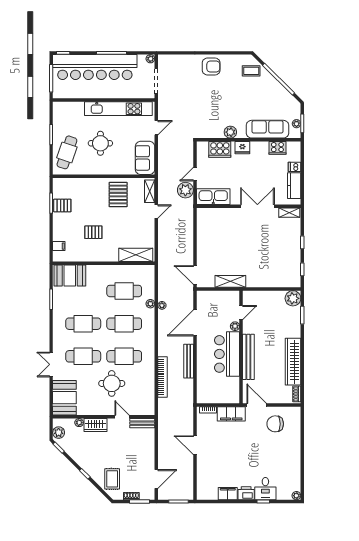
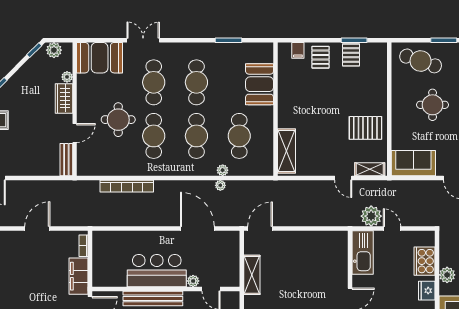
pallet: (93, 232) -> (320, 57), moved
booth: (70, 275) -> (260, 84), moved
bench: (189, 361) -> (147, 220), removed

